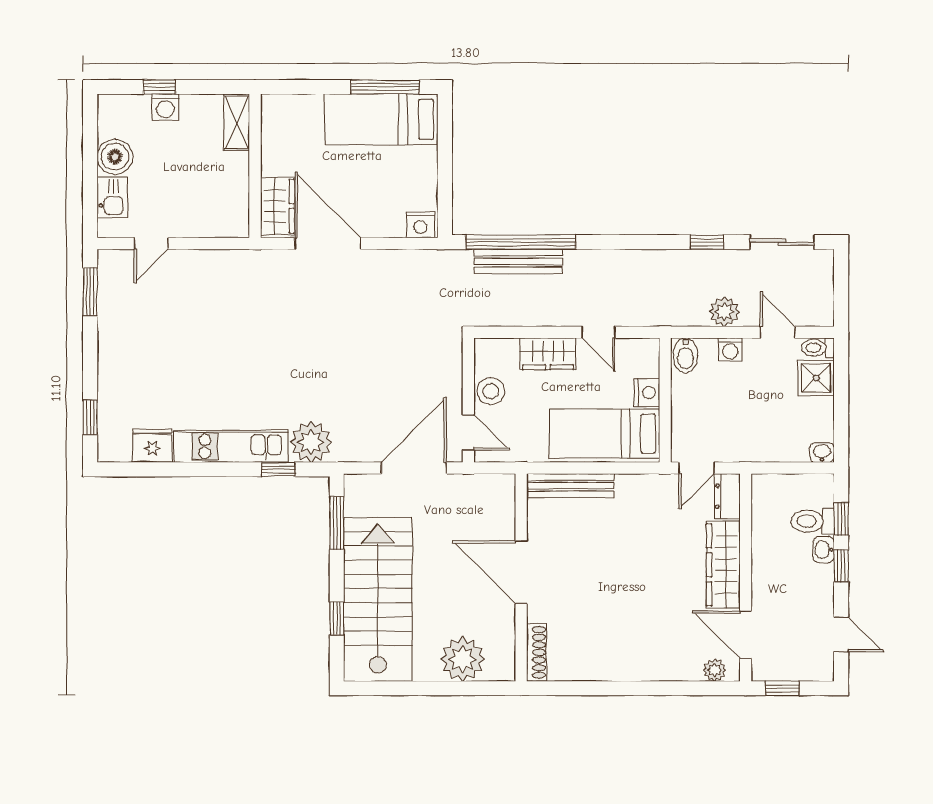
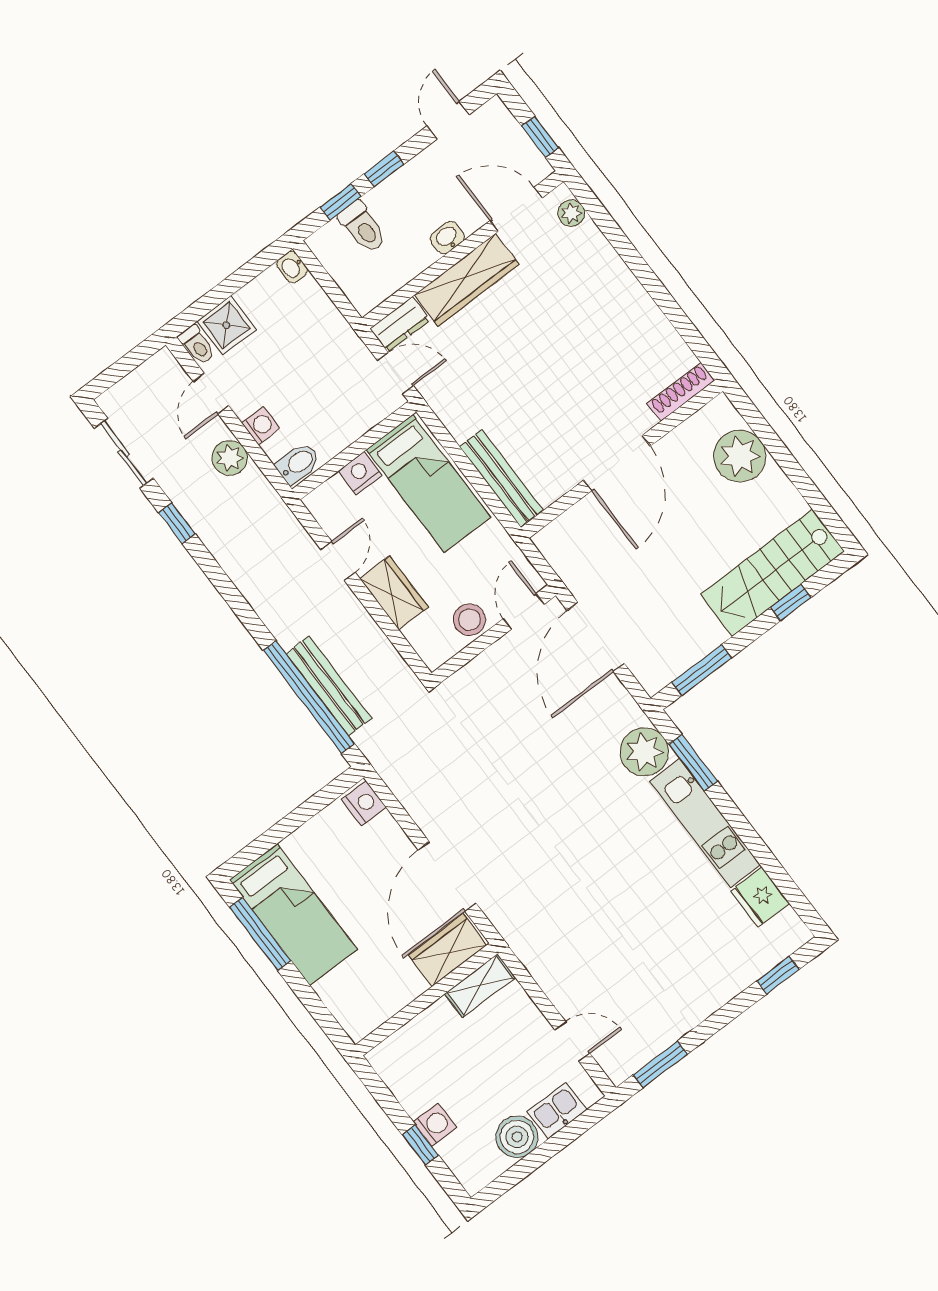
shelving: (237, 122) -> (480, 986), moved
door: (414, 468) -> (596, 637), hinge flipped
window: (278, 469) -> (693, 763), width x1.50
washbasin: (824, 550) -> (447, 238), moved, turned 180
stairs: (378, 599) -> (772, 573), width x0.73, depth x0.66
door: (746, 635) -> (516, 209), swing flipped

